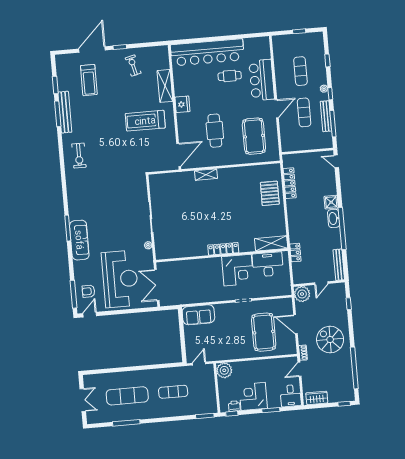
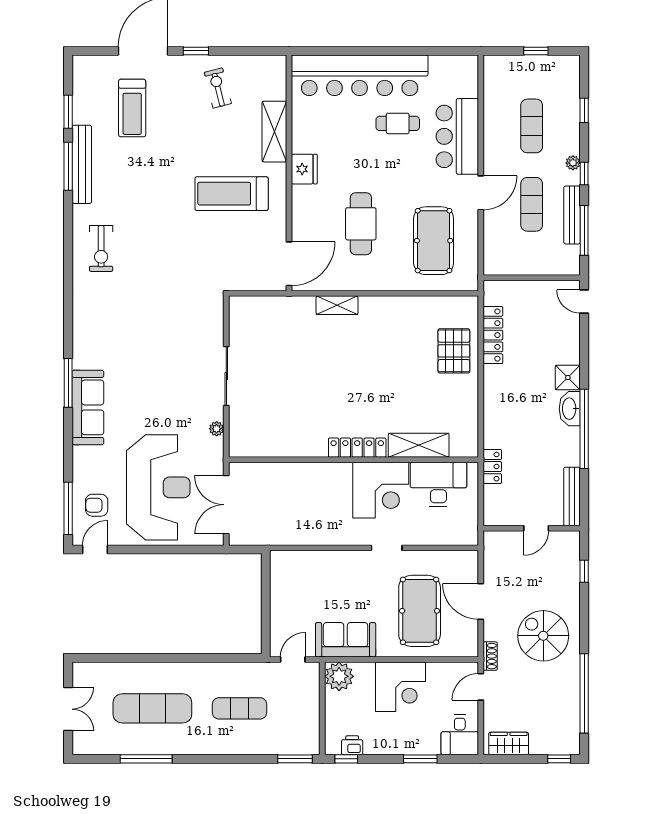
shelving: (271, 243) -> (419, 445), moved
plant: (302, 294) -> (498, 546), removed
sofa: (198, 315) -> (346, 640), moved, turned 180
corner desk: (253, 396) -> (401, 687), moved, turned 180

